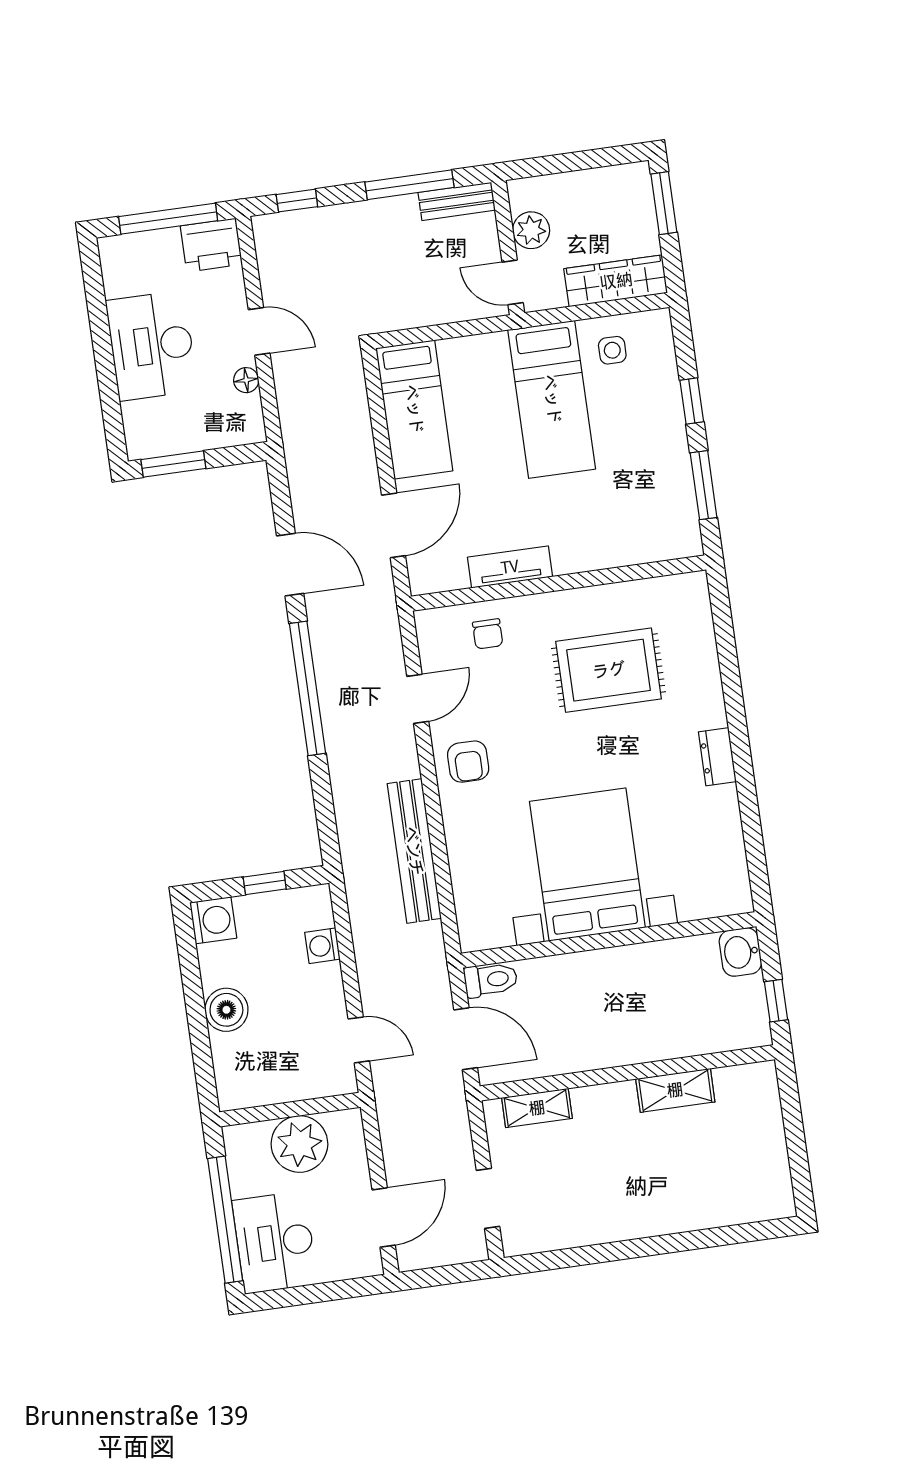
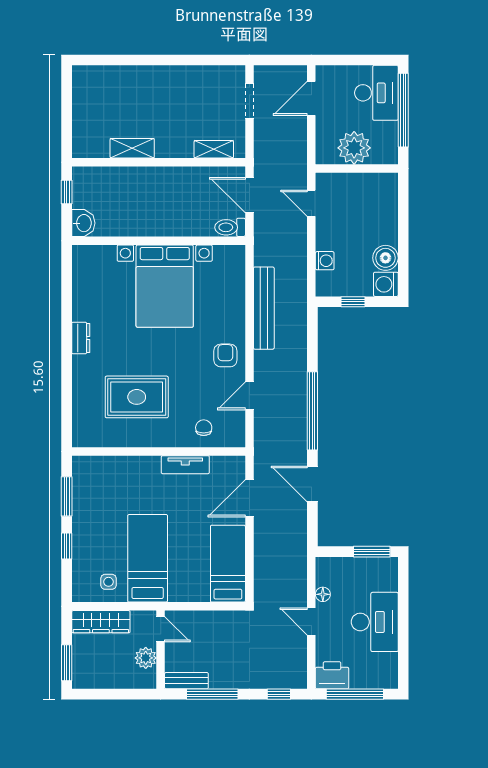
boiler: (226, 1010) -> (385, 258), moved

